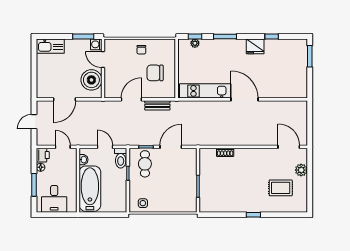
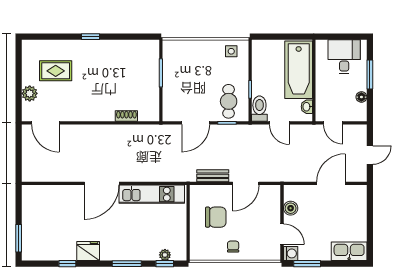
boiler: (91, 80) -> (291, 208), width x0.54, depth x0.54
door: (245, 99) -> (102, 183), hinge flipped
printer: (43, 155) -> (359, 112), removed

